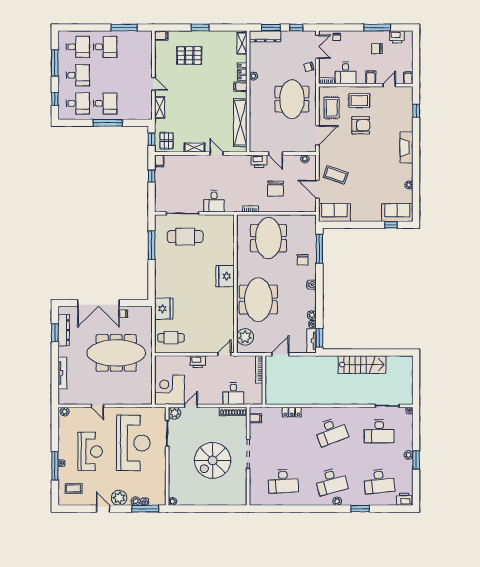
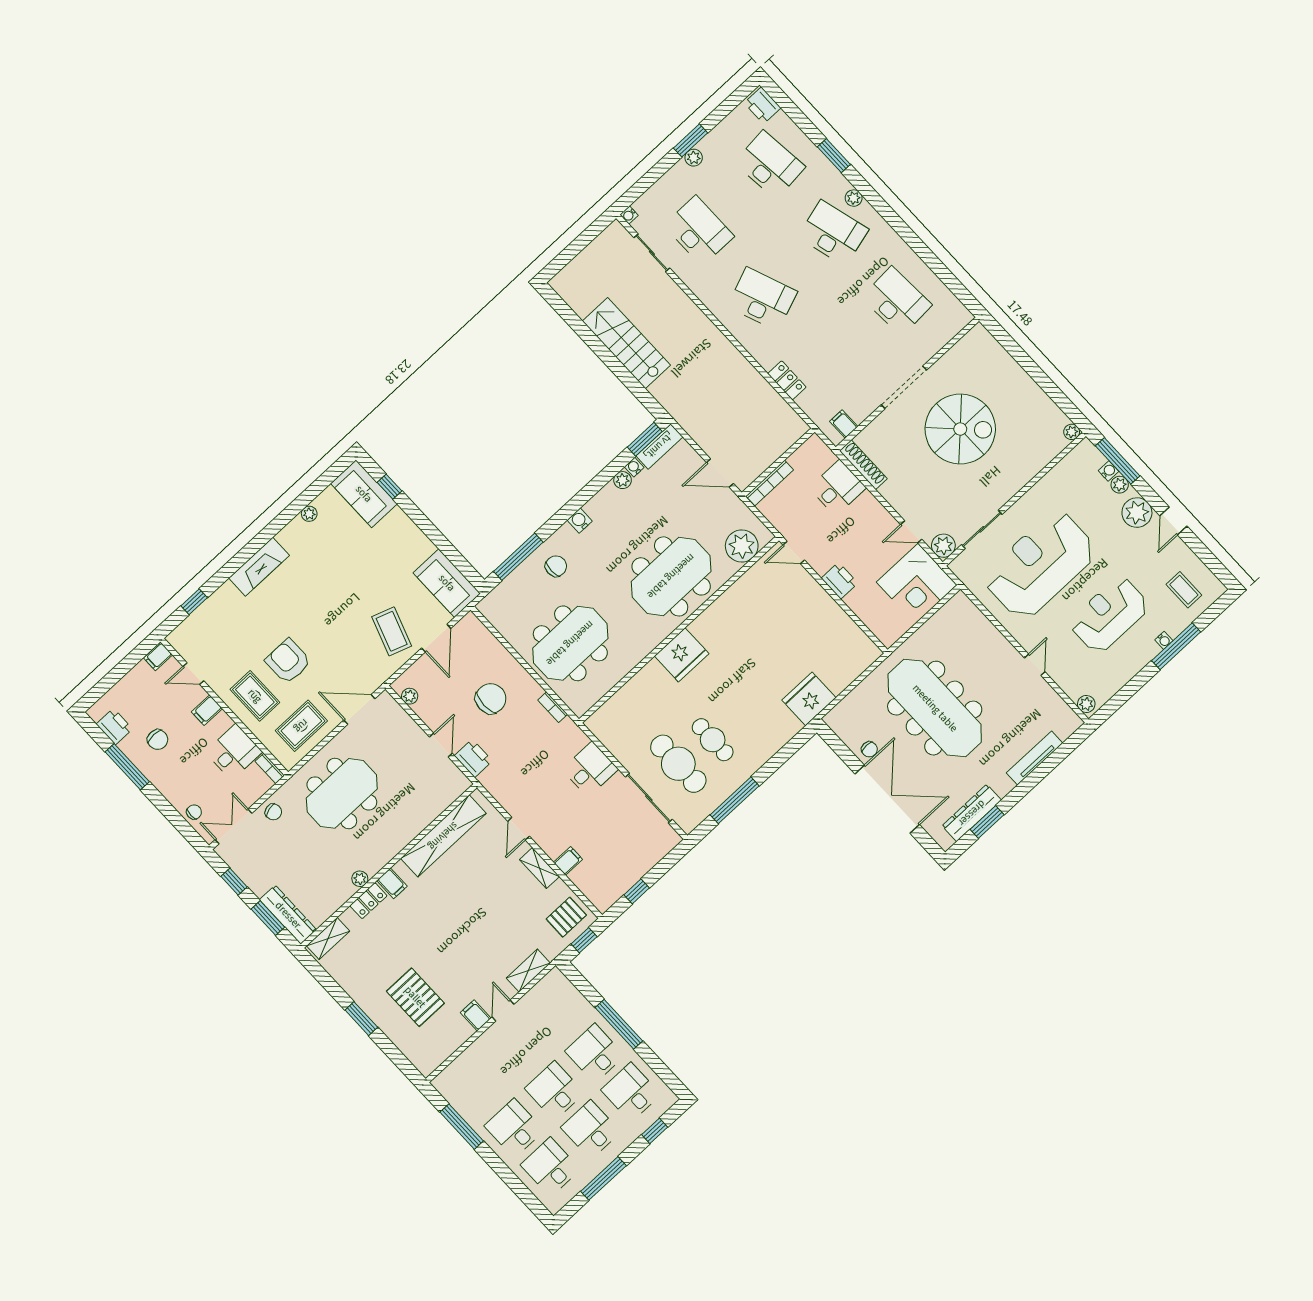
filing cabinet: (161, 36) -> (476, 1015), moved
desk: (105, 75) -> (555, 1091), added
filing cabinet: (159, 161) -> (568, 861), moved
cafe table: (171, 338) -> (713, 740), moved

